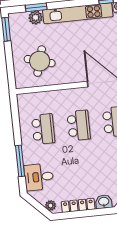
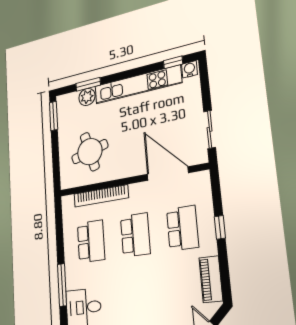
round table: (40, 61) -> (90, 152), turned -31
bookcase: (50, 96) -> (101, 196), added

